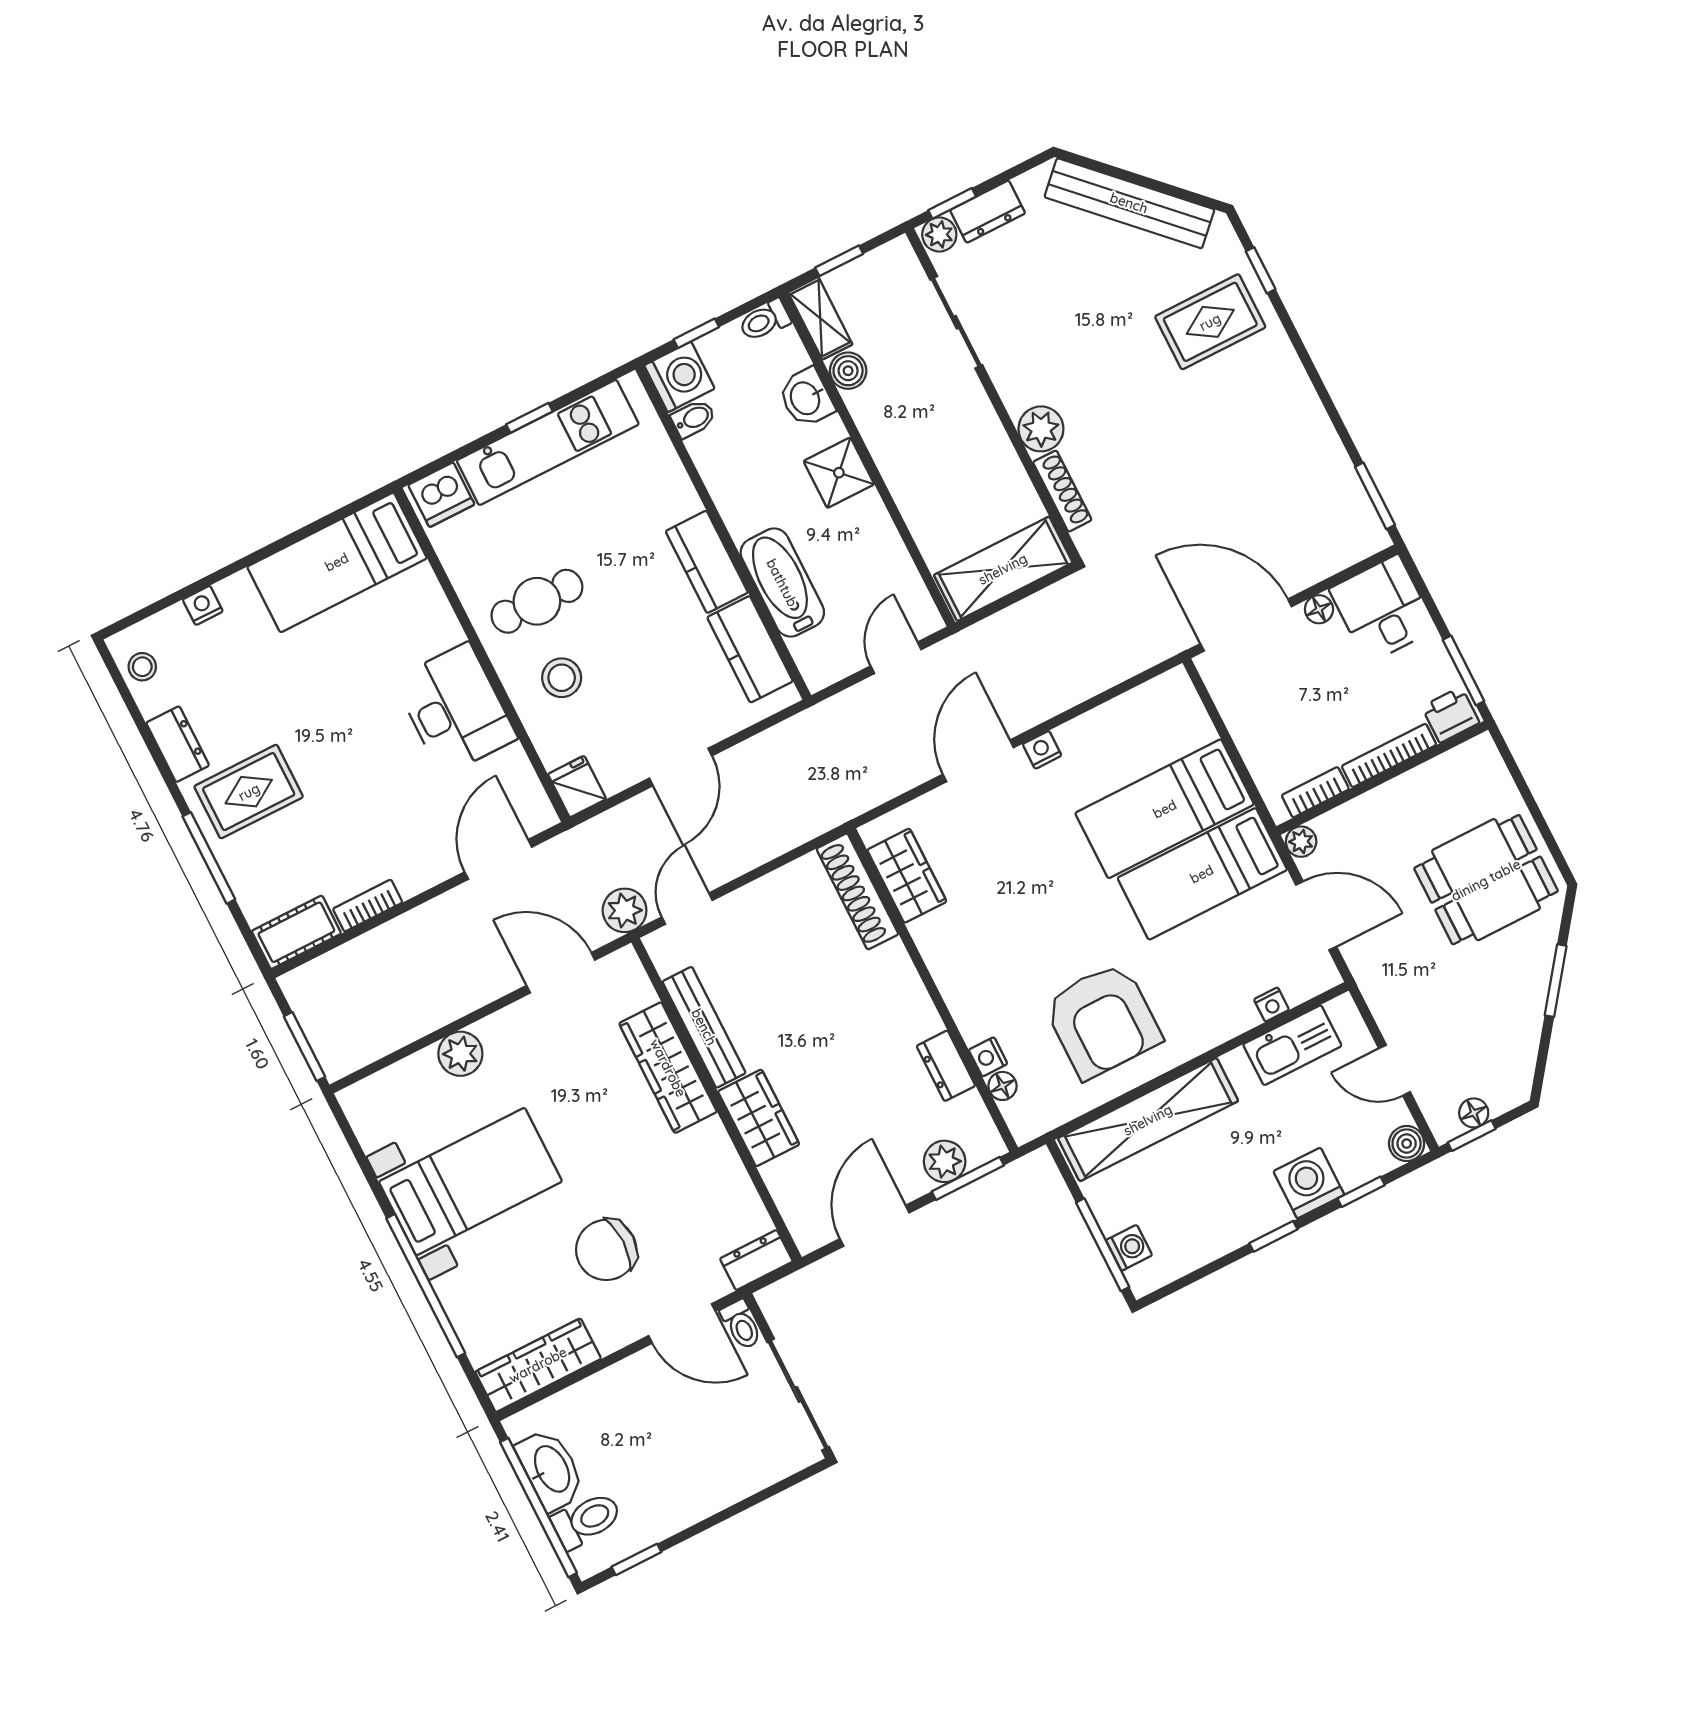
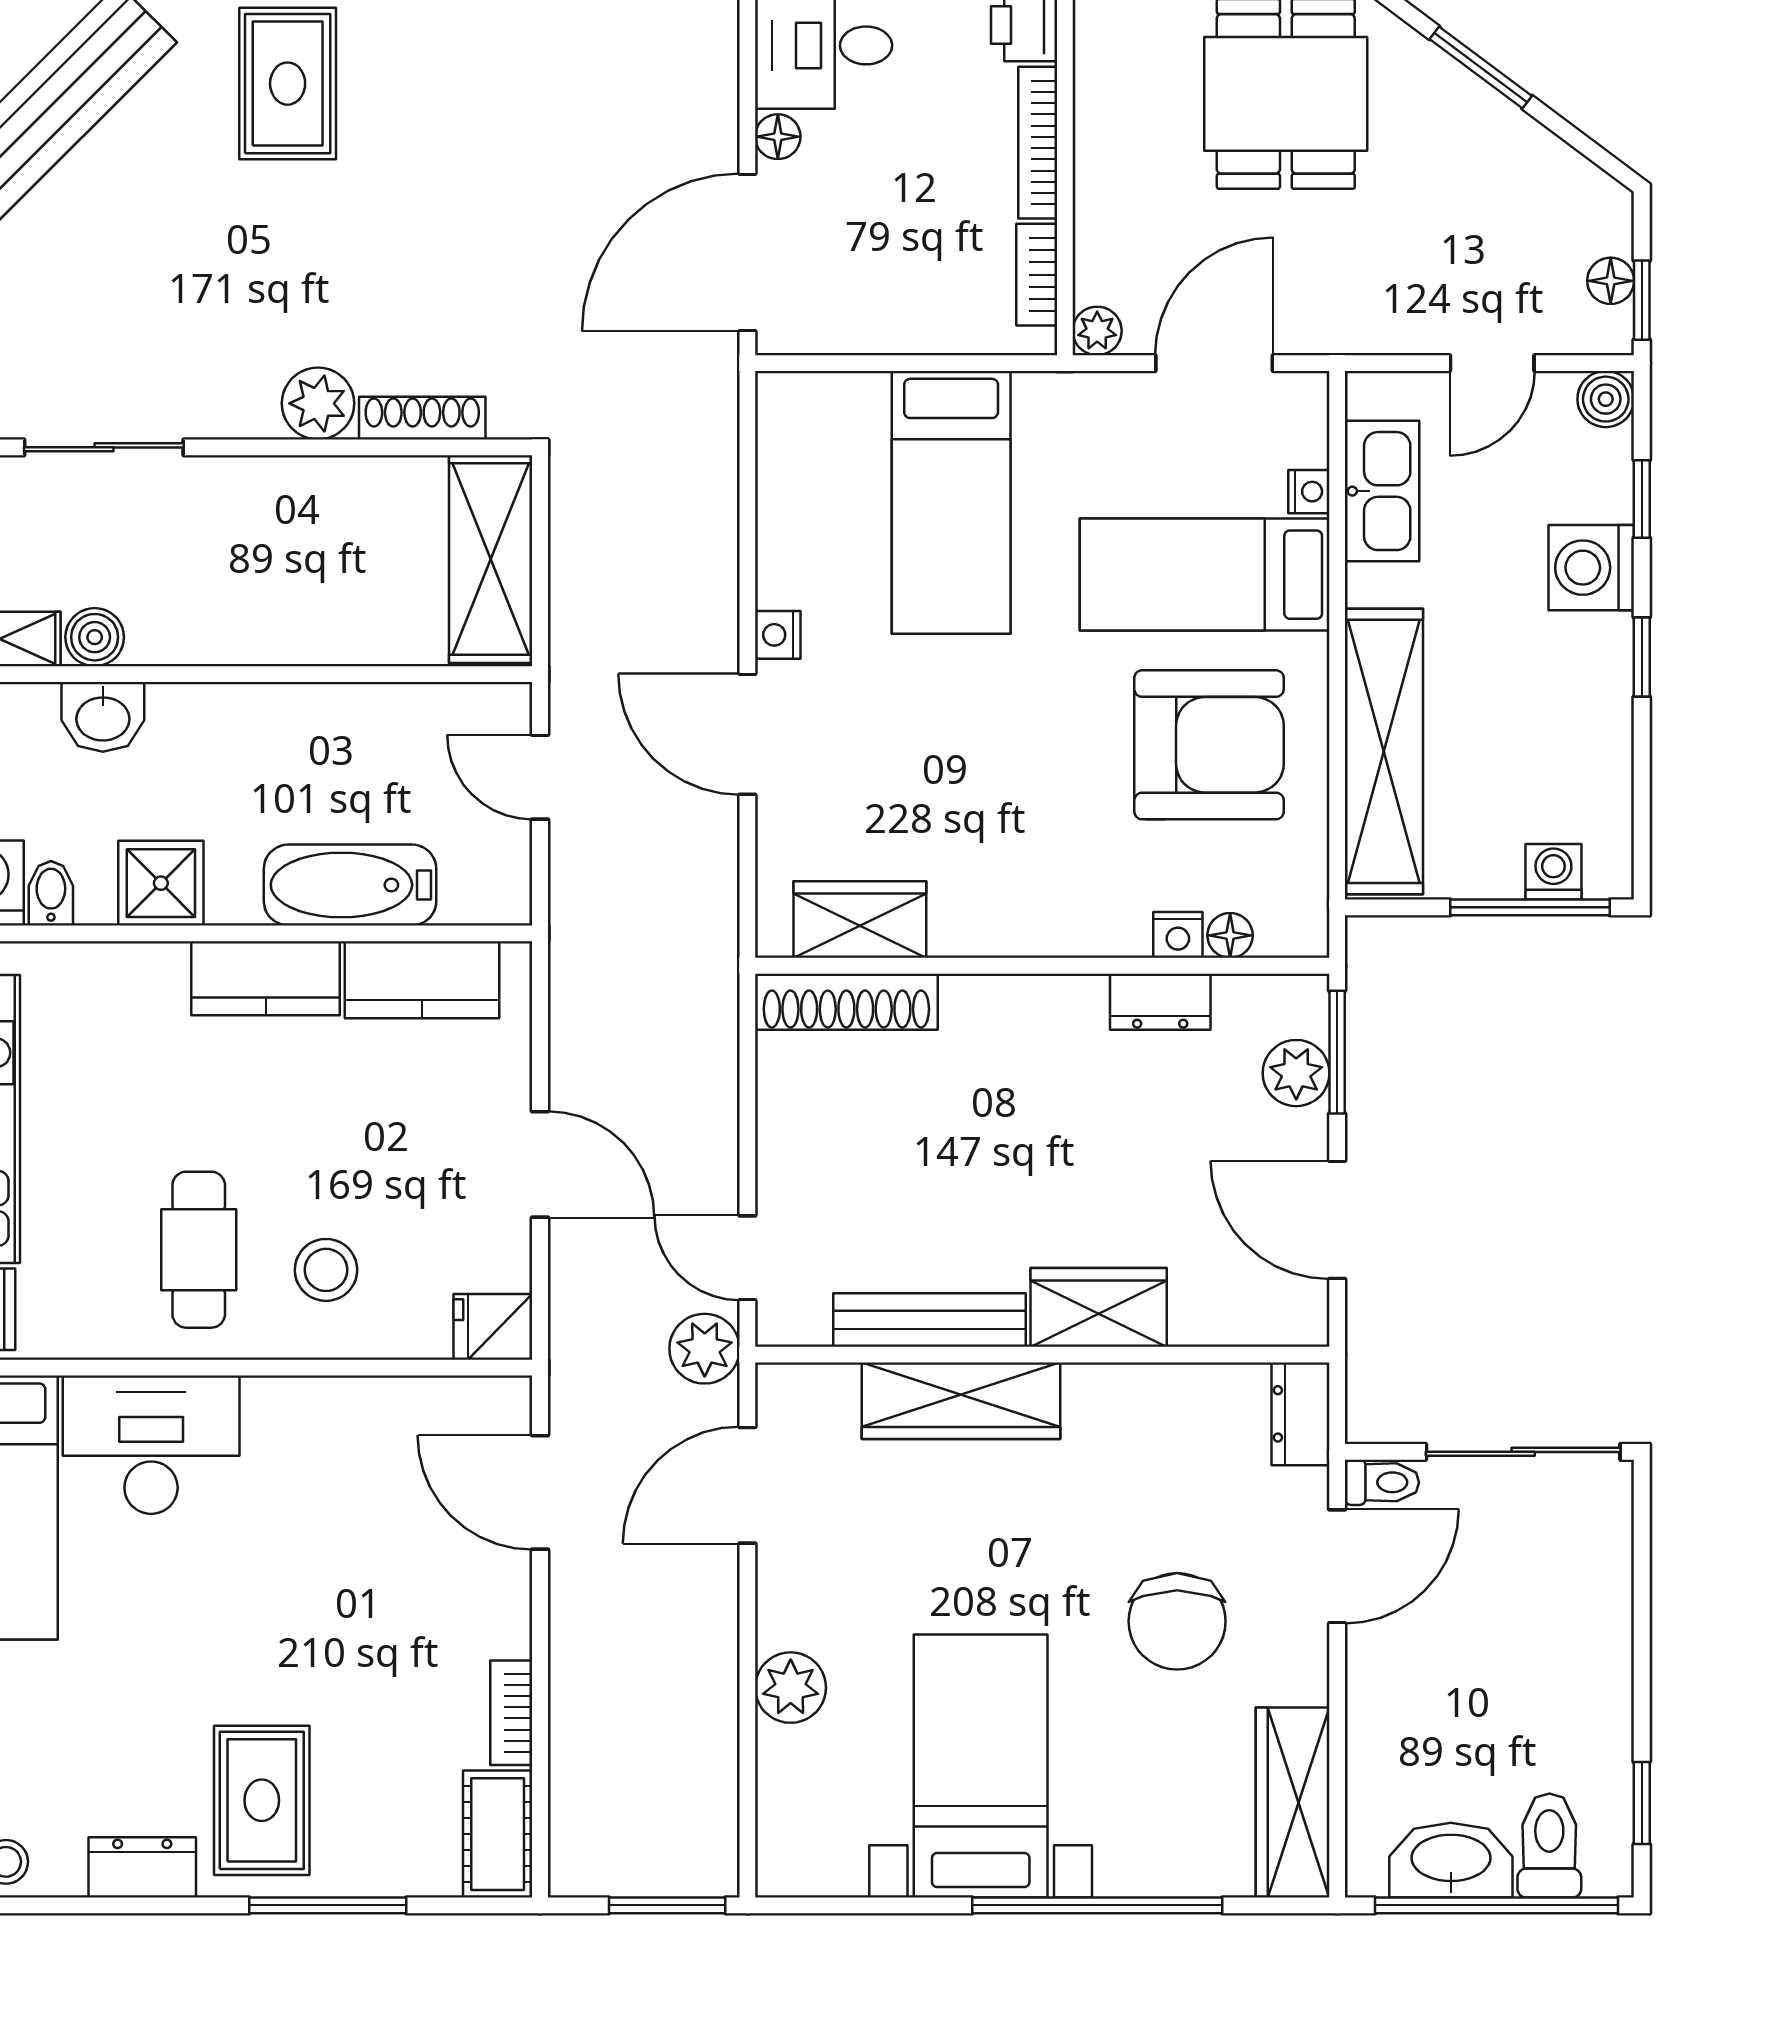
shower: (839, 473) -> (161, 883), moved
desk: (455, 709) -> (151, 1445), moved
bed: (1202, 874) -> (1205, 575), moved, turned 90

